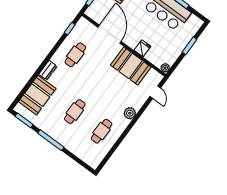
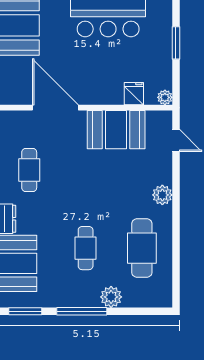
fridge: (142, 48) -> (134, 94), moved
cafe table: (102, 131) -> (142, 248), width x1.37, depth x1.35
plant: (70, 144) -> (111, 297), added

